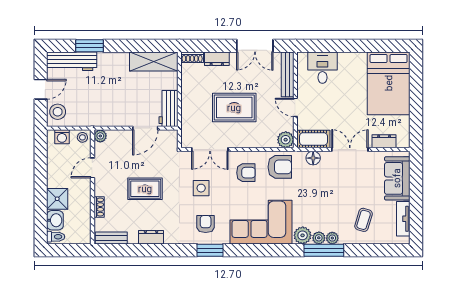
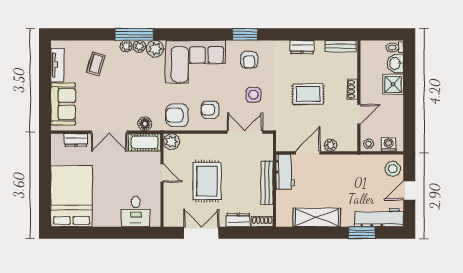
shelving: (154, 62) -> (317, 217), moved
bench: (288, 74) -> (267, 183), moved
rug: (234, 108) -> (207, 181), moved, turned 90
plant: (100, 136) -> (331, 145), moved
shoe rack: (99, 207) -> (353, 89), moved

